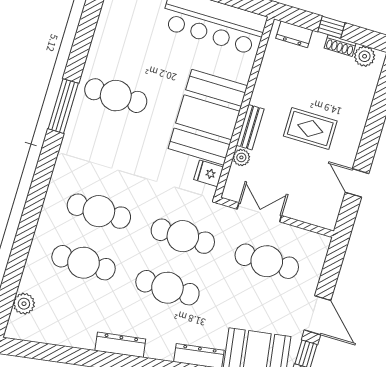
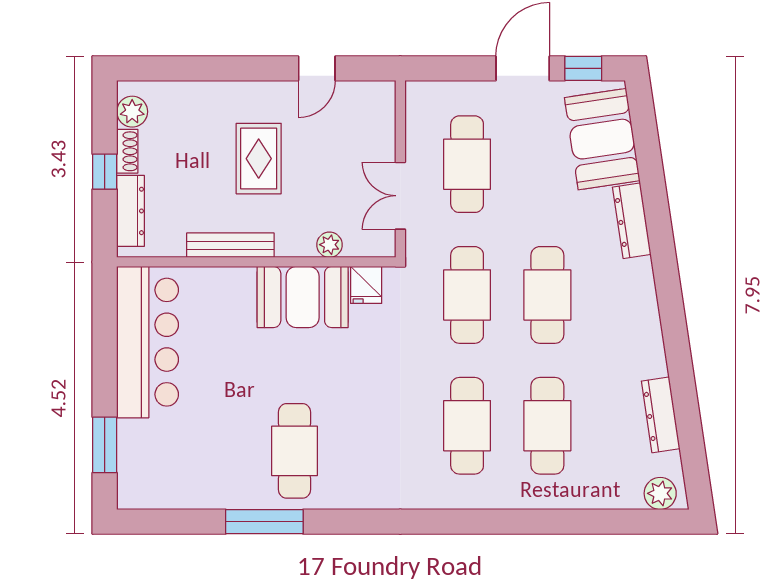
dresser: (294, 34) -> (131, 211), width x1.44
window: (63, 106) -> (264, 522), moved
booth: (208, 117) -> (303, 297), width x0.73, depth x0.70
bench: (250, 127) -> (230, 245), moved, width x1.36
plant: (24, 304) -> (660, 493), moved
dresser: (120, 345) -> (661, 415), moved

